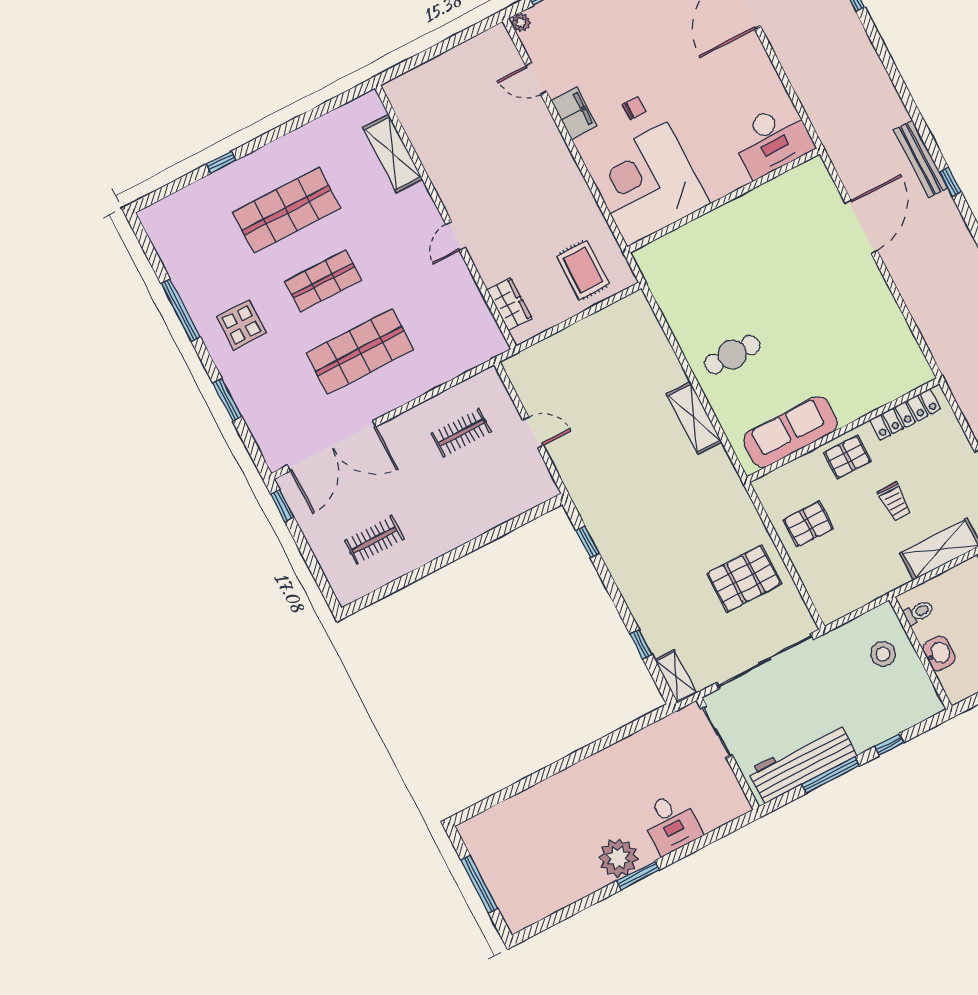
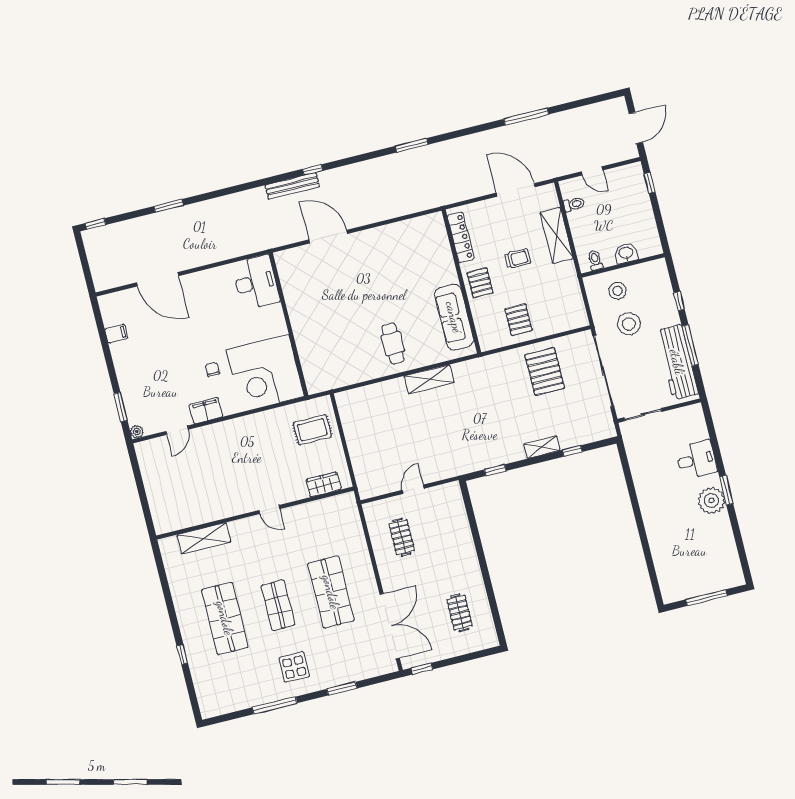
shelving: (676, 676) -> (542, 447), moved
stool: (840, 681) -> (629, 324), added

